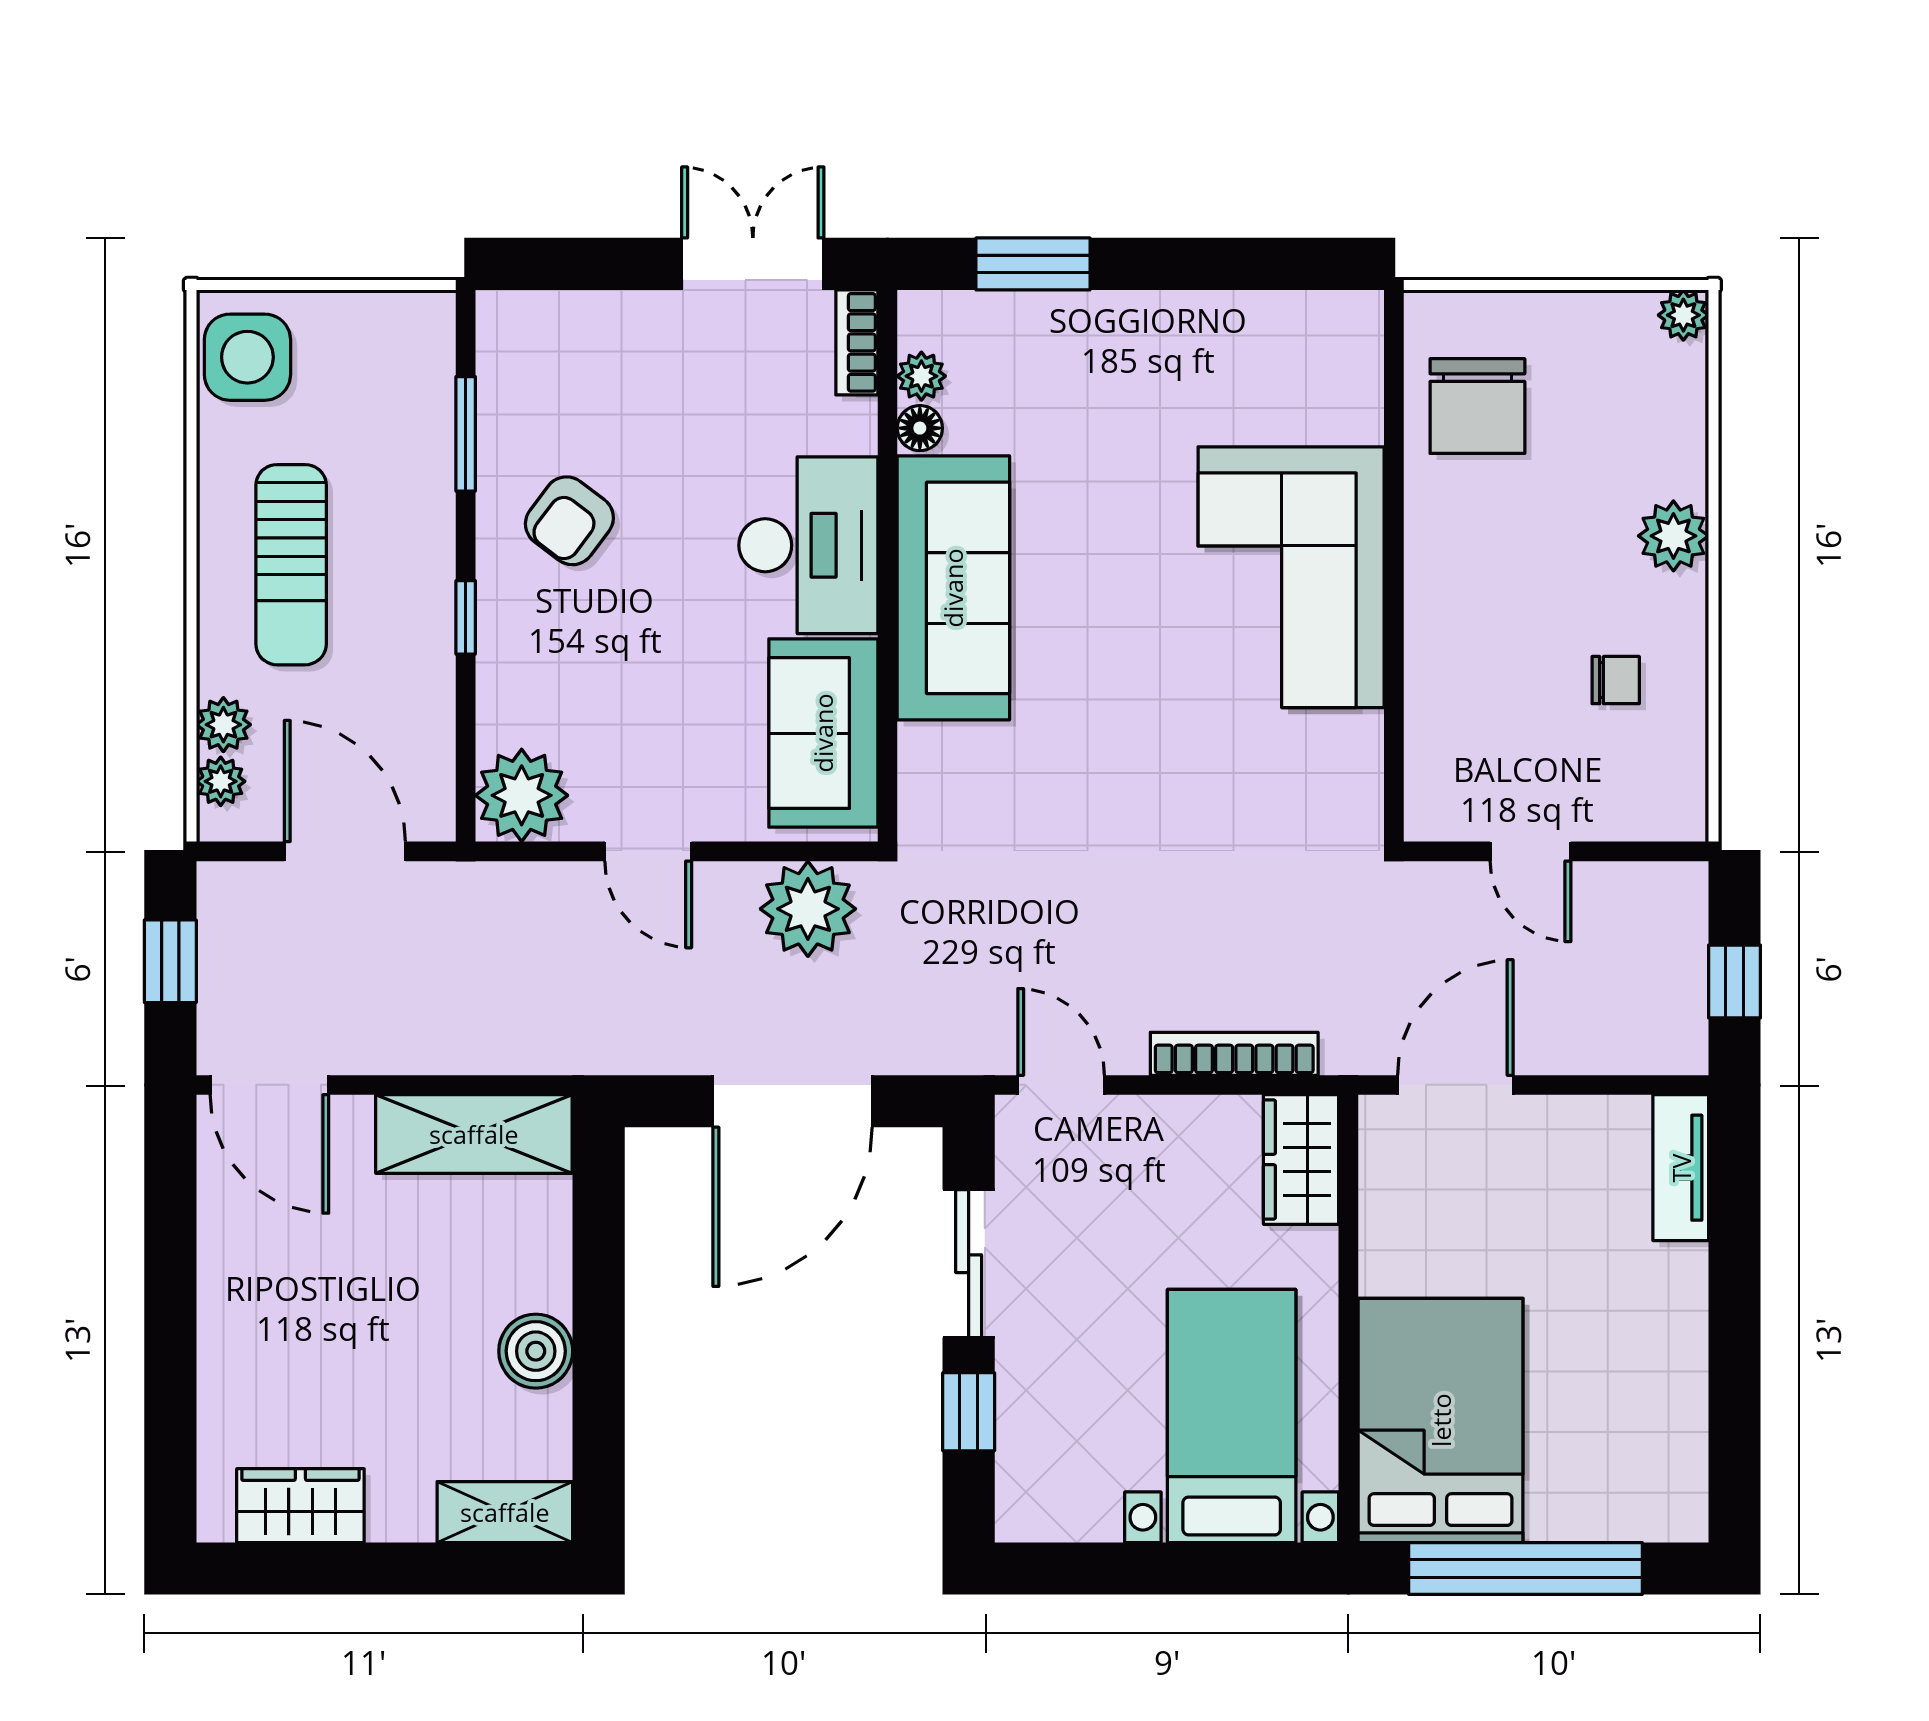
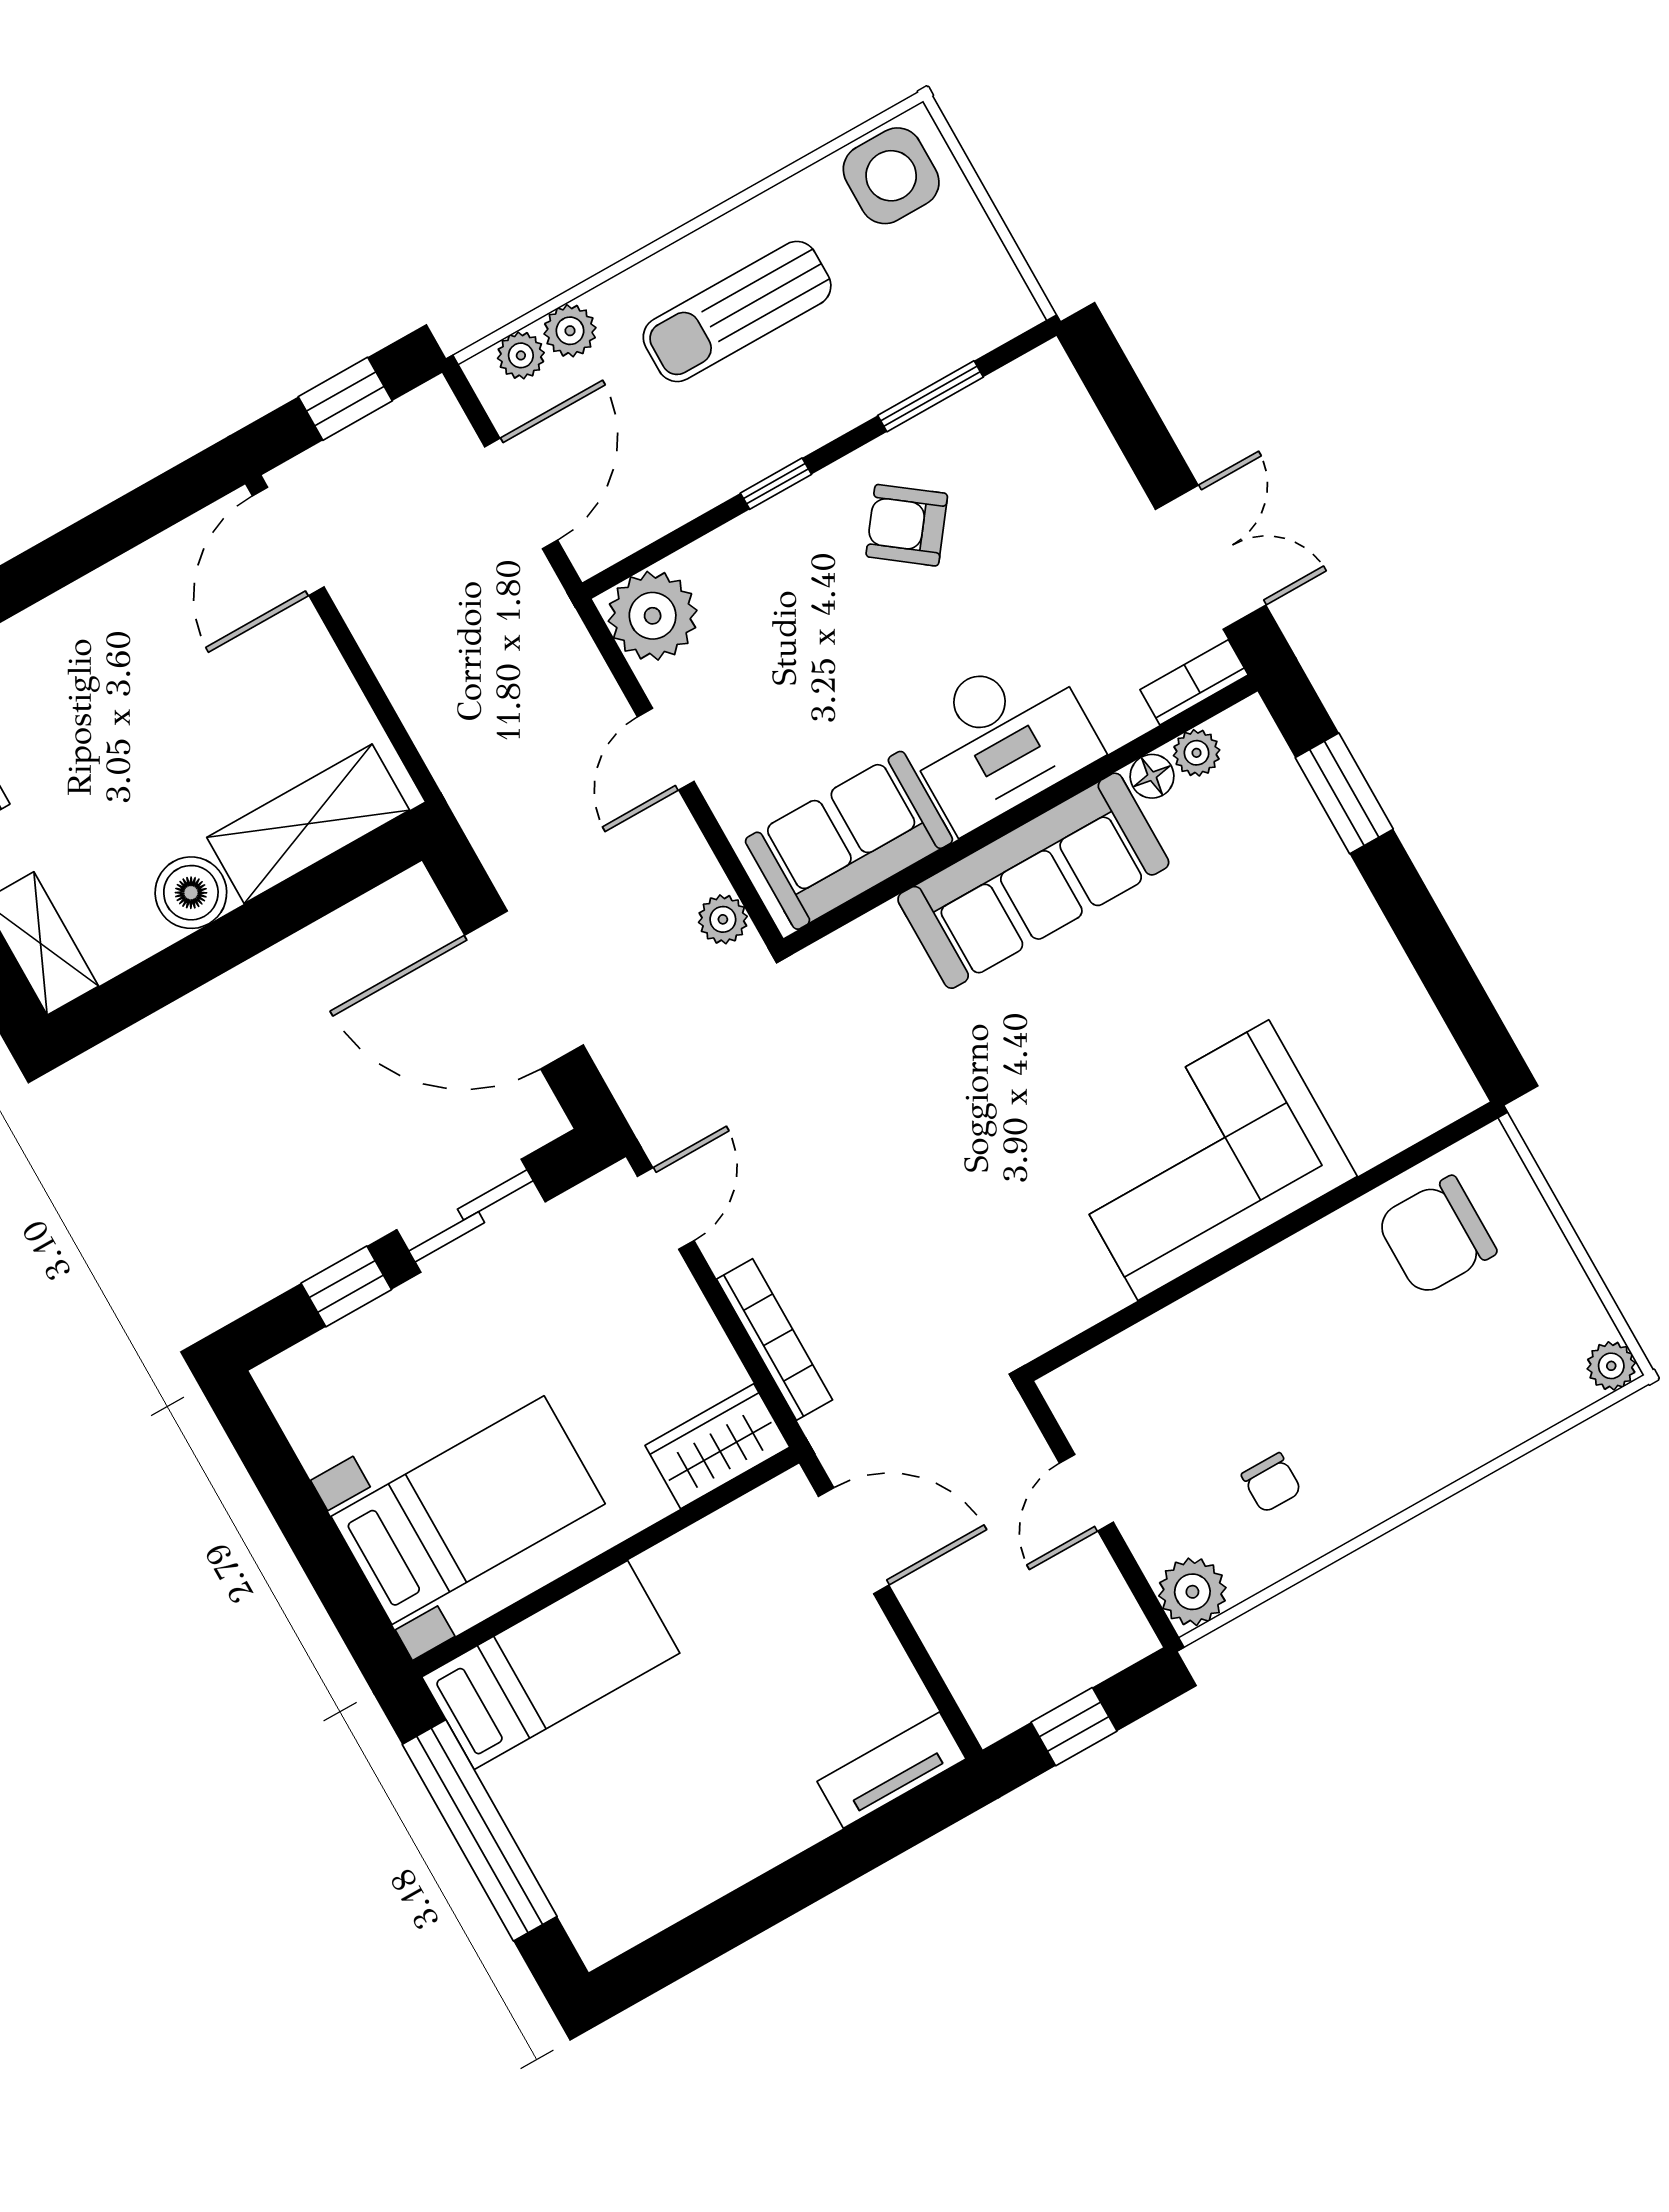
plant: (1673, 536) -> (1192, 1592), moved
plant: (808, 909) -> (723, 919), width x0.53, depth x0.53
shelving: (474, 1134) -> (308, 824), moved, turned 90
bed: (1441, 1420) -> (551, 1665), width x0.67

